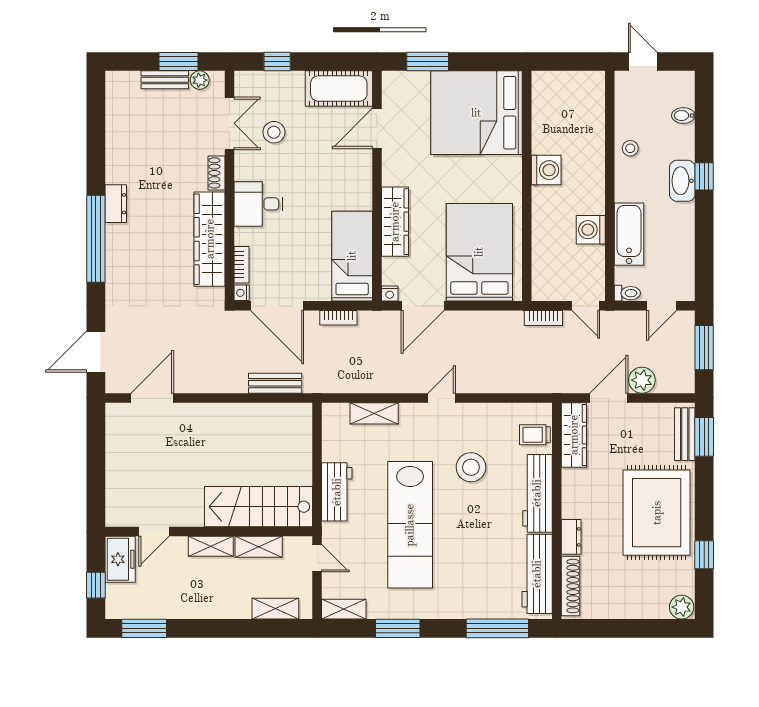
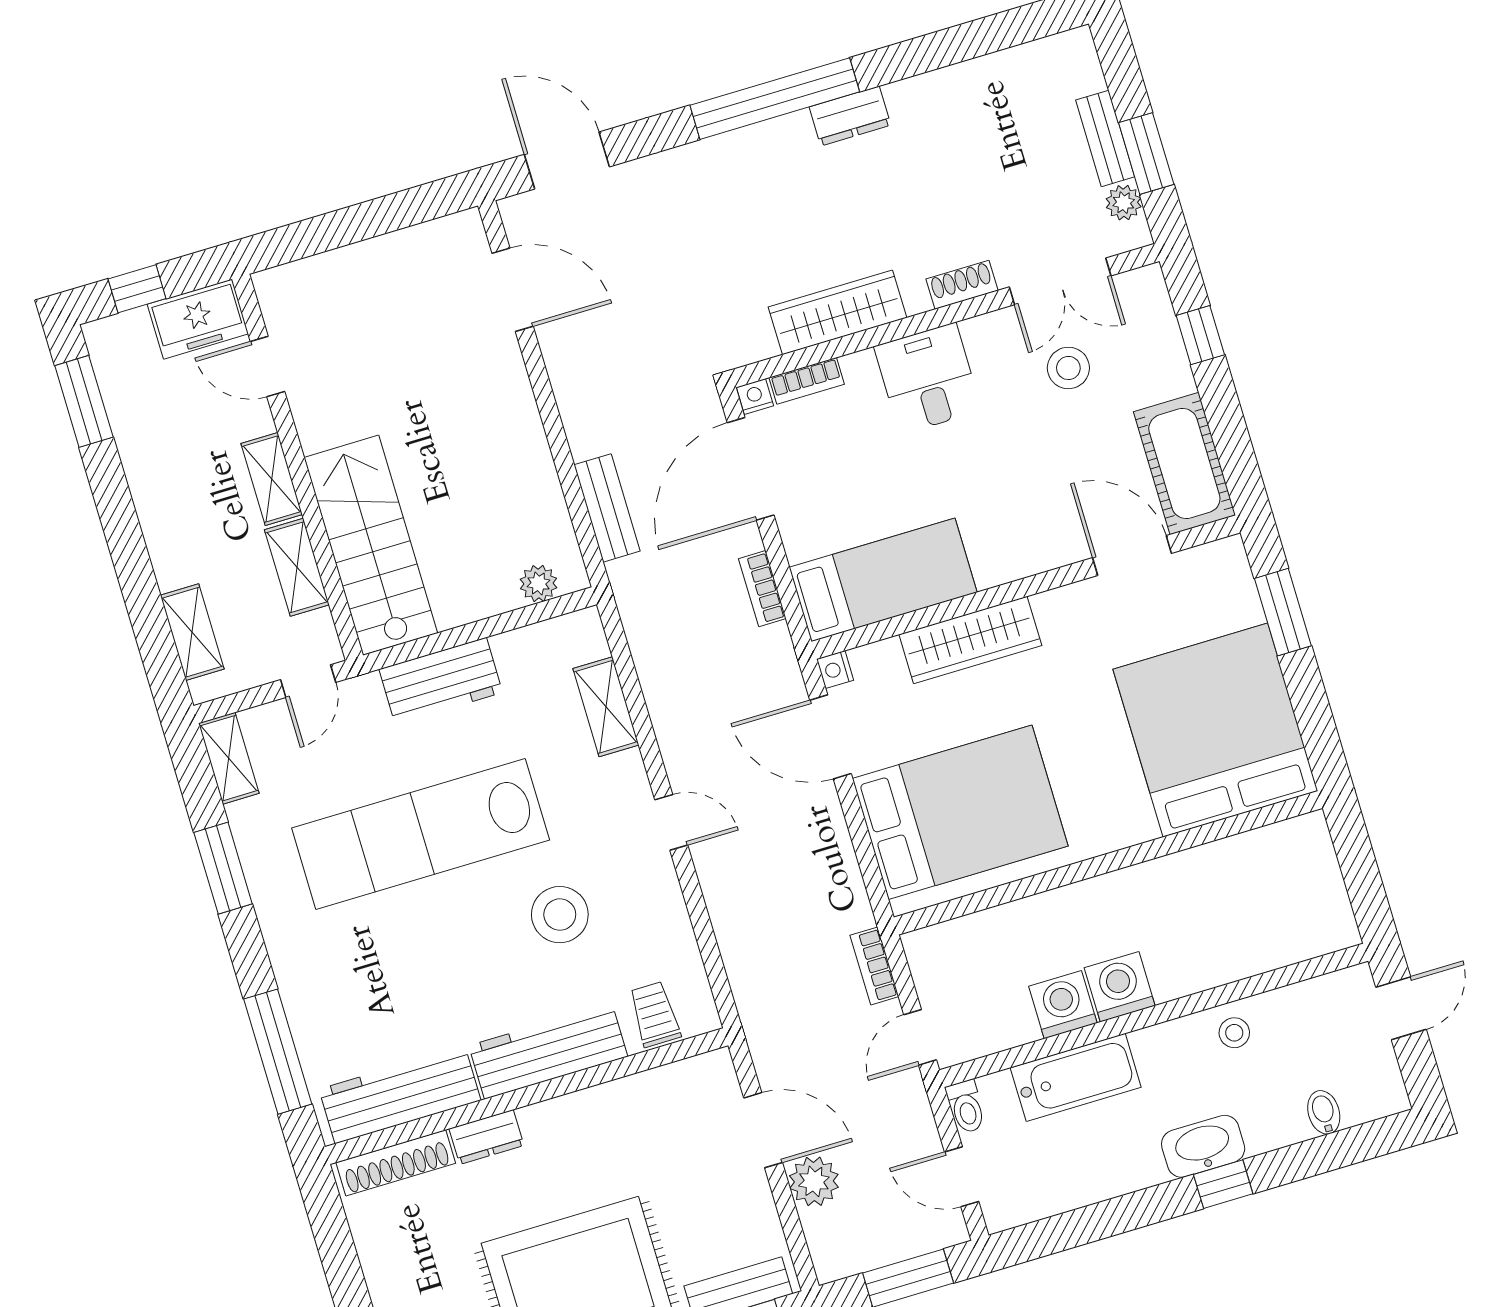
washing machine: (546, 170) -> (1120, 987), moved, turned 180
wardrobe: (210, 239) -> (837, 312), width x0.71, depth x0.85
plant: (303, 429) -> (538, 583), added
wardrobe: (574, 435) -> (676, 1086), removed

